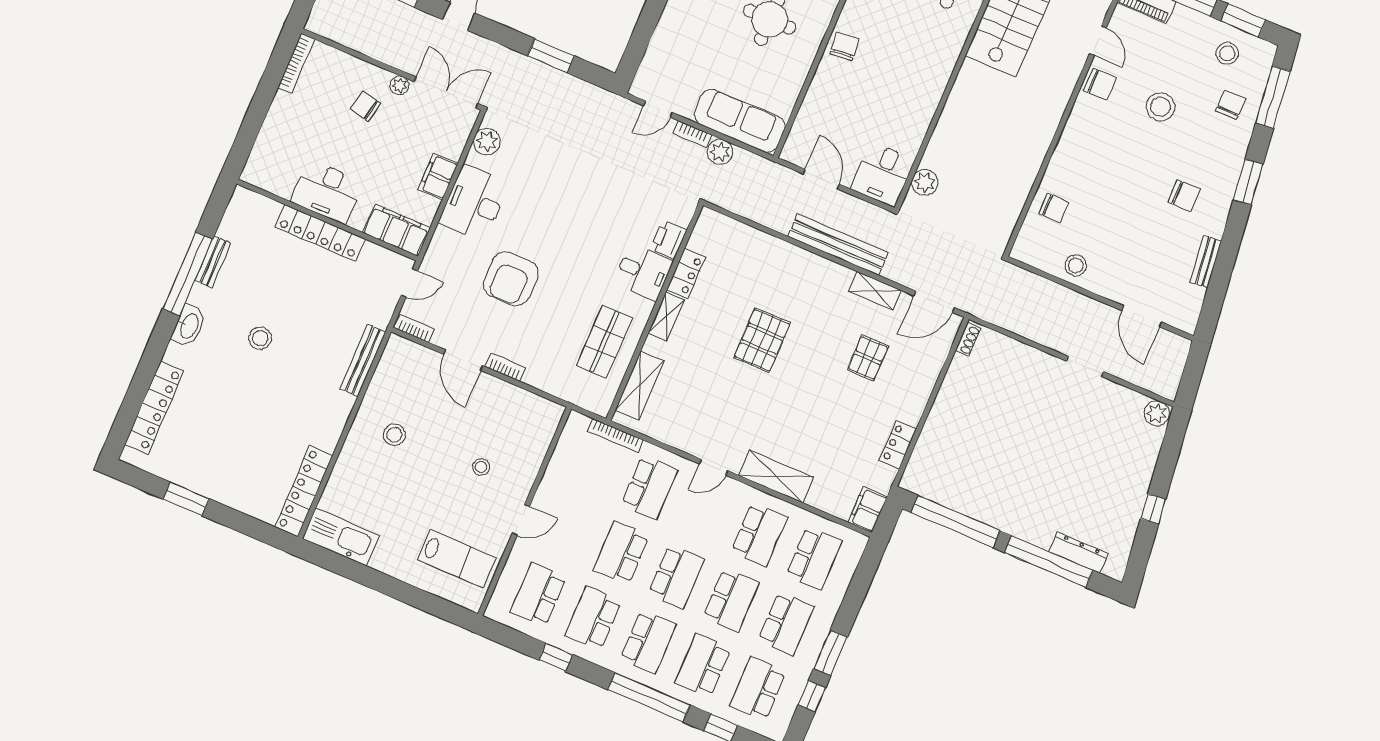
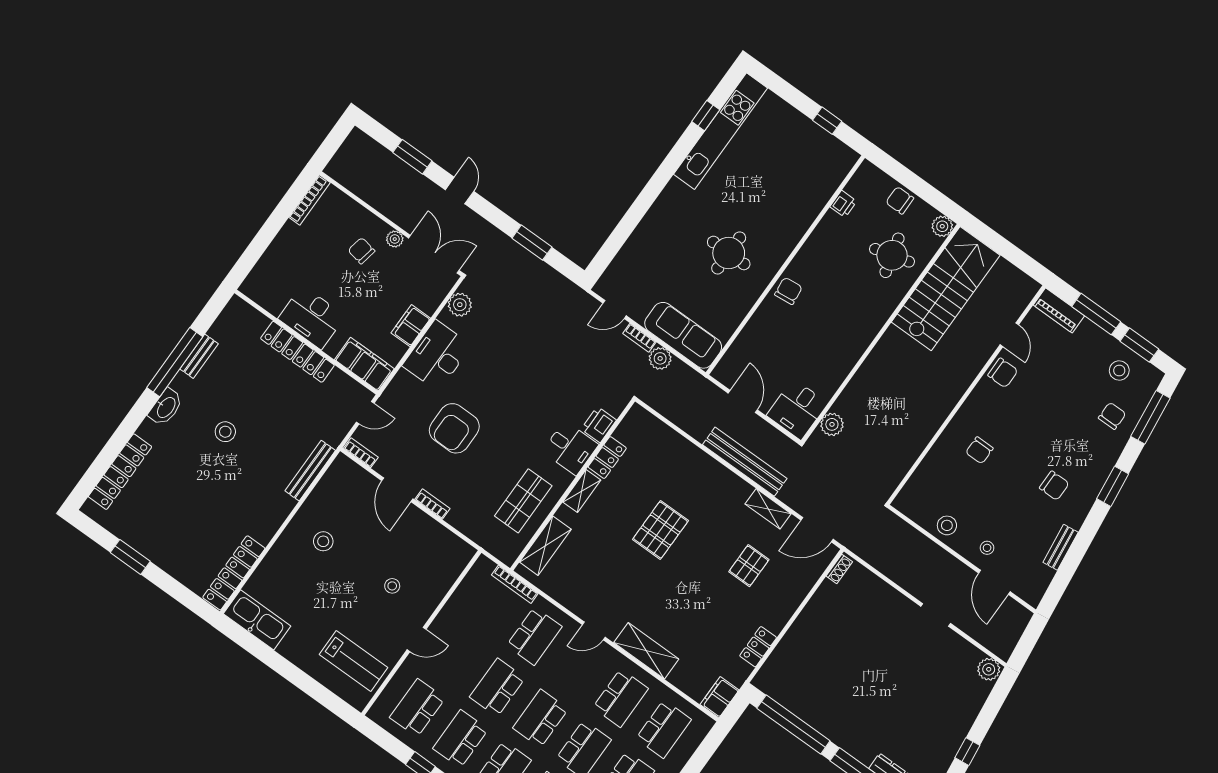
stool: (1161, 107) -> (987, 548), moved, width x0.53, depth x0.53
chair: (1054, 208) -> (979, 450), moved, turned 90
school desk: (676, 576) -> (540, 718), turned 180

